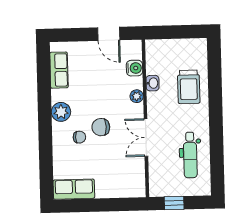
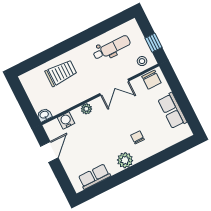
washbasin: (153, 83) -> (44, 115), moved
chair: (101, 127) -> (151, 80), moved
stool: (160, 181) -> (142, 61), added
row of seats: (74, 189) -> (172, 111), moved

